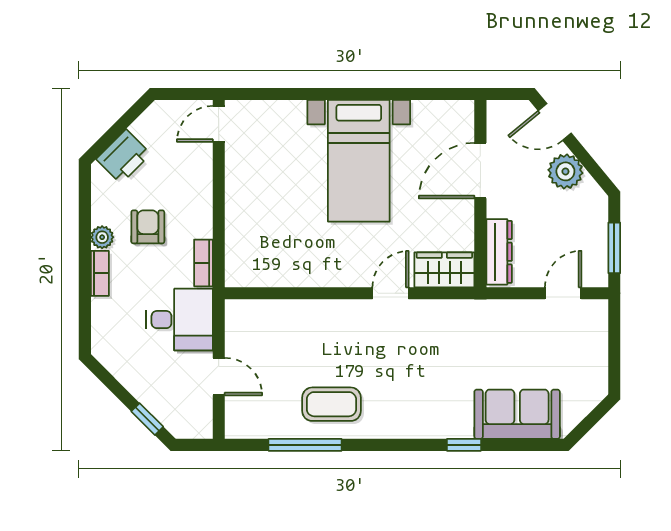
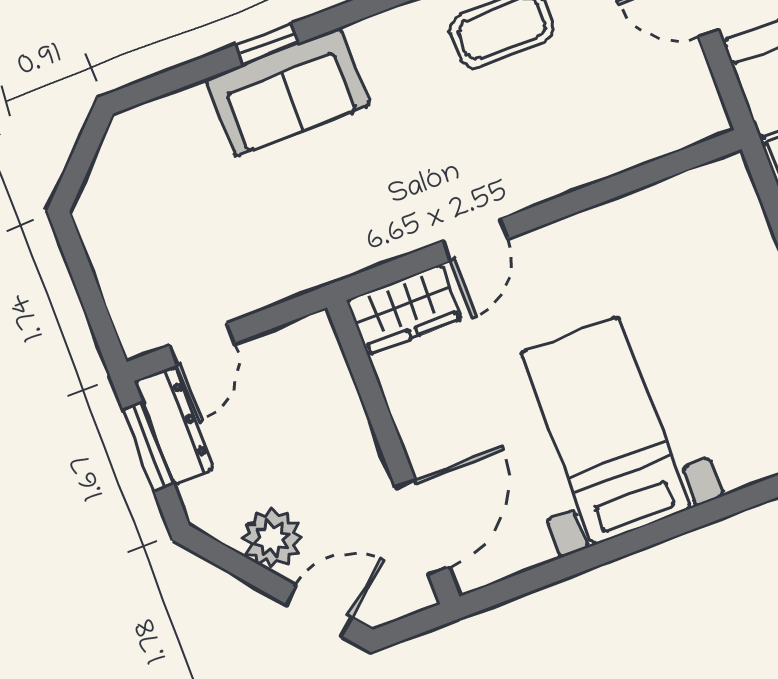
door: (480, 171) -> (422, 528), moved
dresser: (499, 252) -> (174, 425), moved, turned 180
sofa: (517, 414) -> (288, 92), moved

